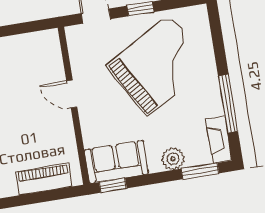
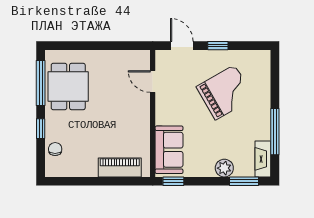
grand piano: (159, 65) -> (225, 92), width x0.73, depth x0.68
door: (72, 94) -> (153, 81), moved
sofa: (116, 162) -> (169, 150), moved, turned 90

